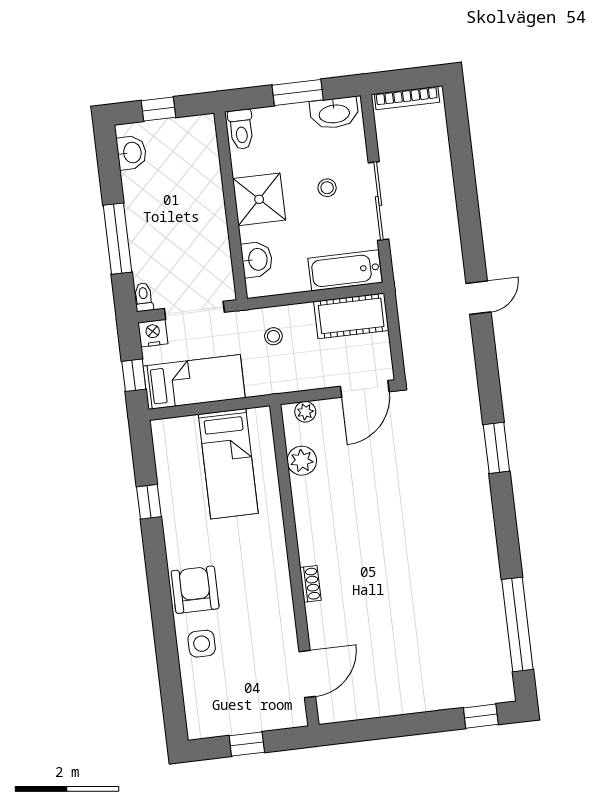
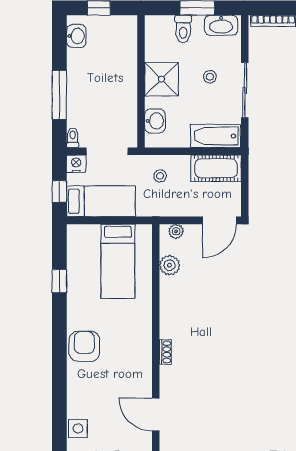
toilet: (241, 129) -> (183, 29), moved
side table: (202, 644) -> (78, 428), moved
door: (307, 674) -> (156, 415), swing flipped

